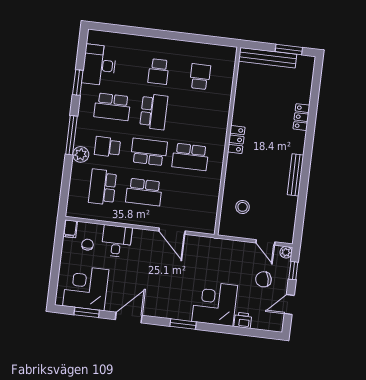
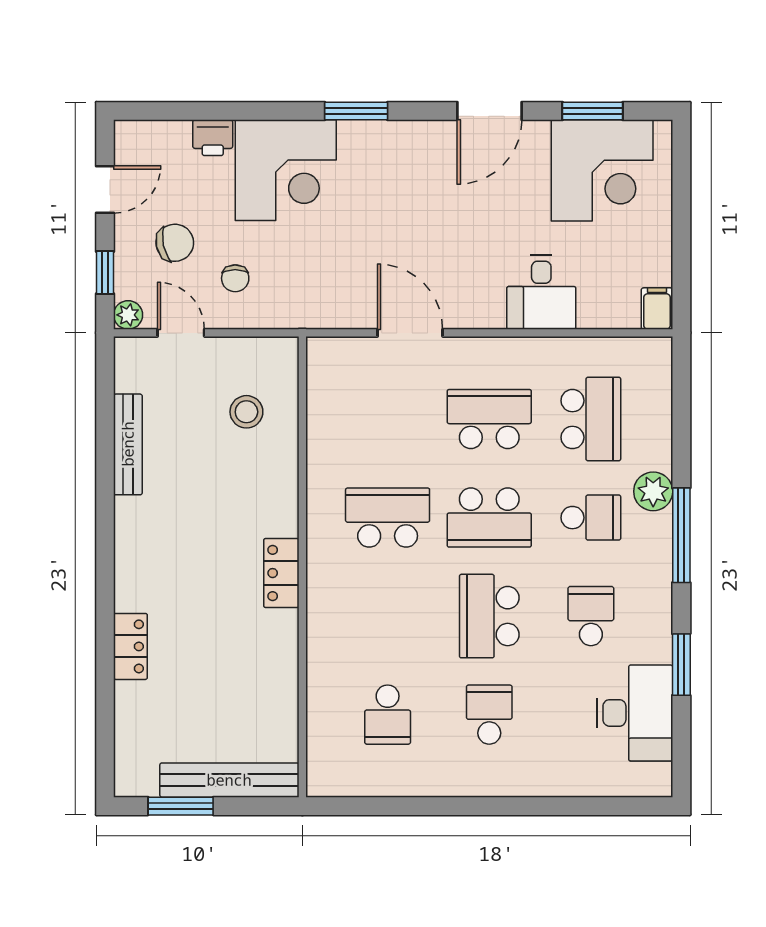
school desk: (112, 107) -> (591, 616), width x0.54
bench: (295, 175) -> (128, 444), moved
chair: (87, 245) -> (235, 278), moved

